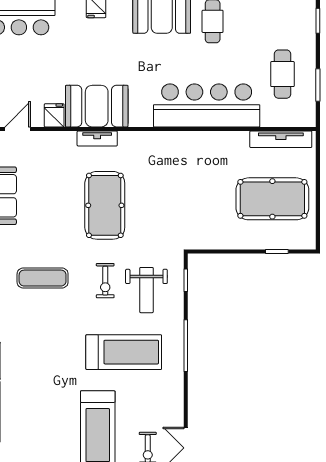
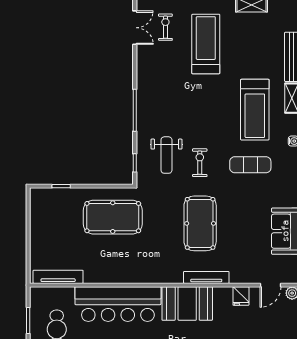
booth: (97, 106) -> (187, 304), moved
tv unit: (97, 138) -> (206, 277), width x1.41
pool table: (272, 199) -> (113, 217), moved
weight bench: (146, 290) -> (166, 155), turned 180
treadmill: (124, 352) -> (255, 110), moved, turned -90

